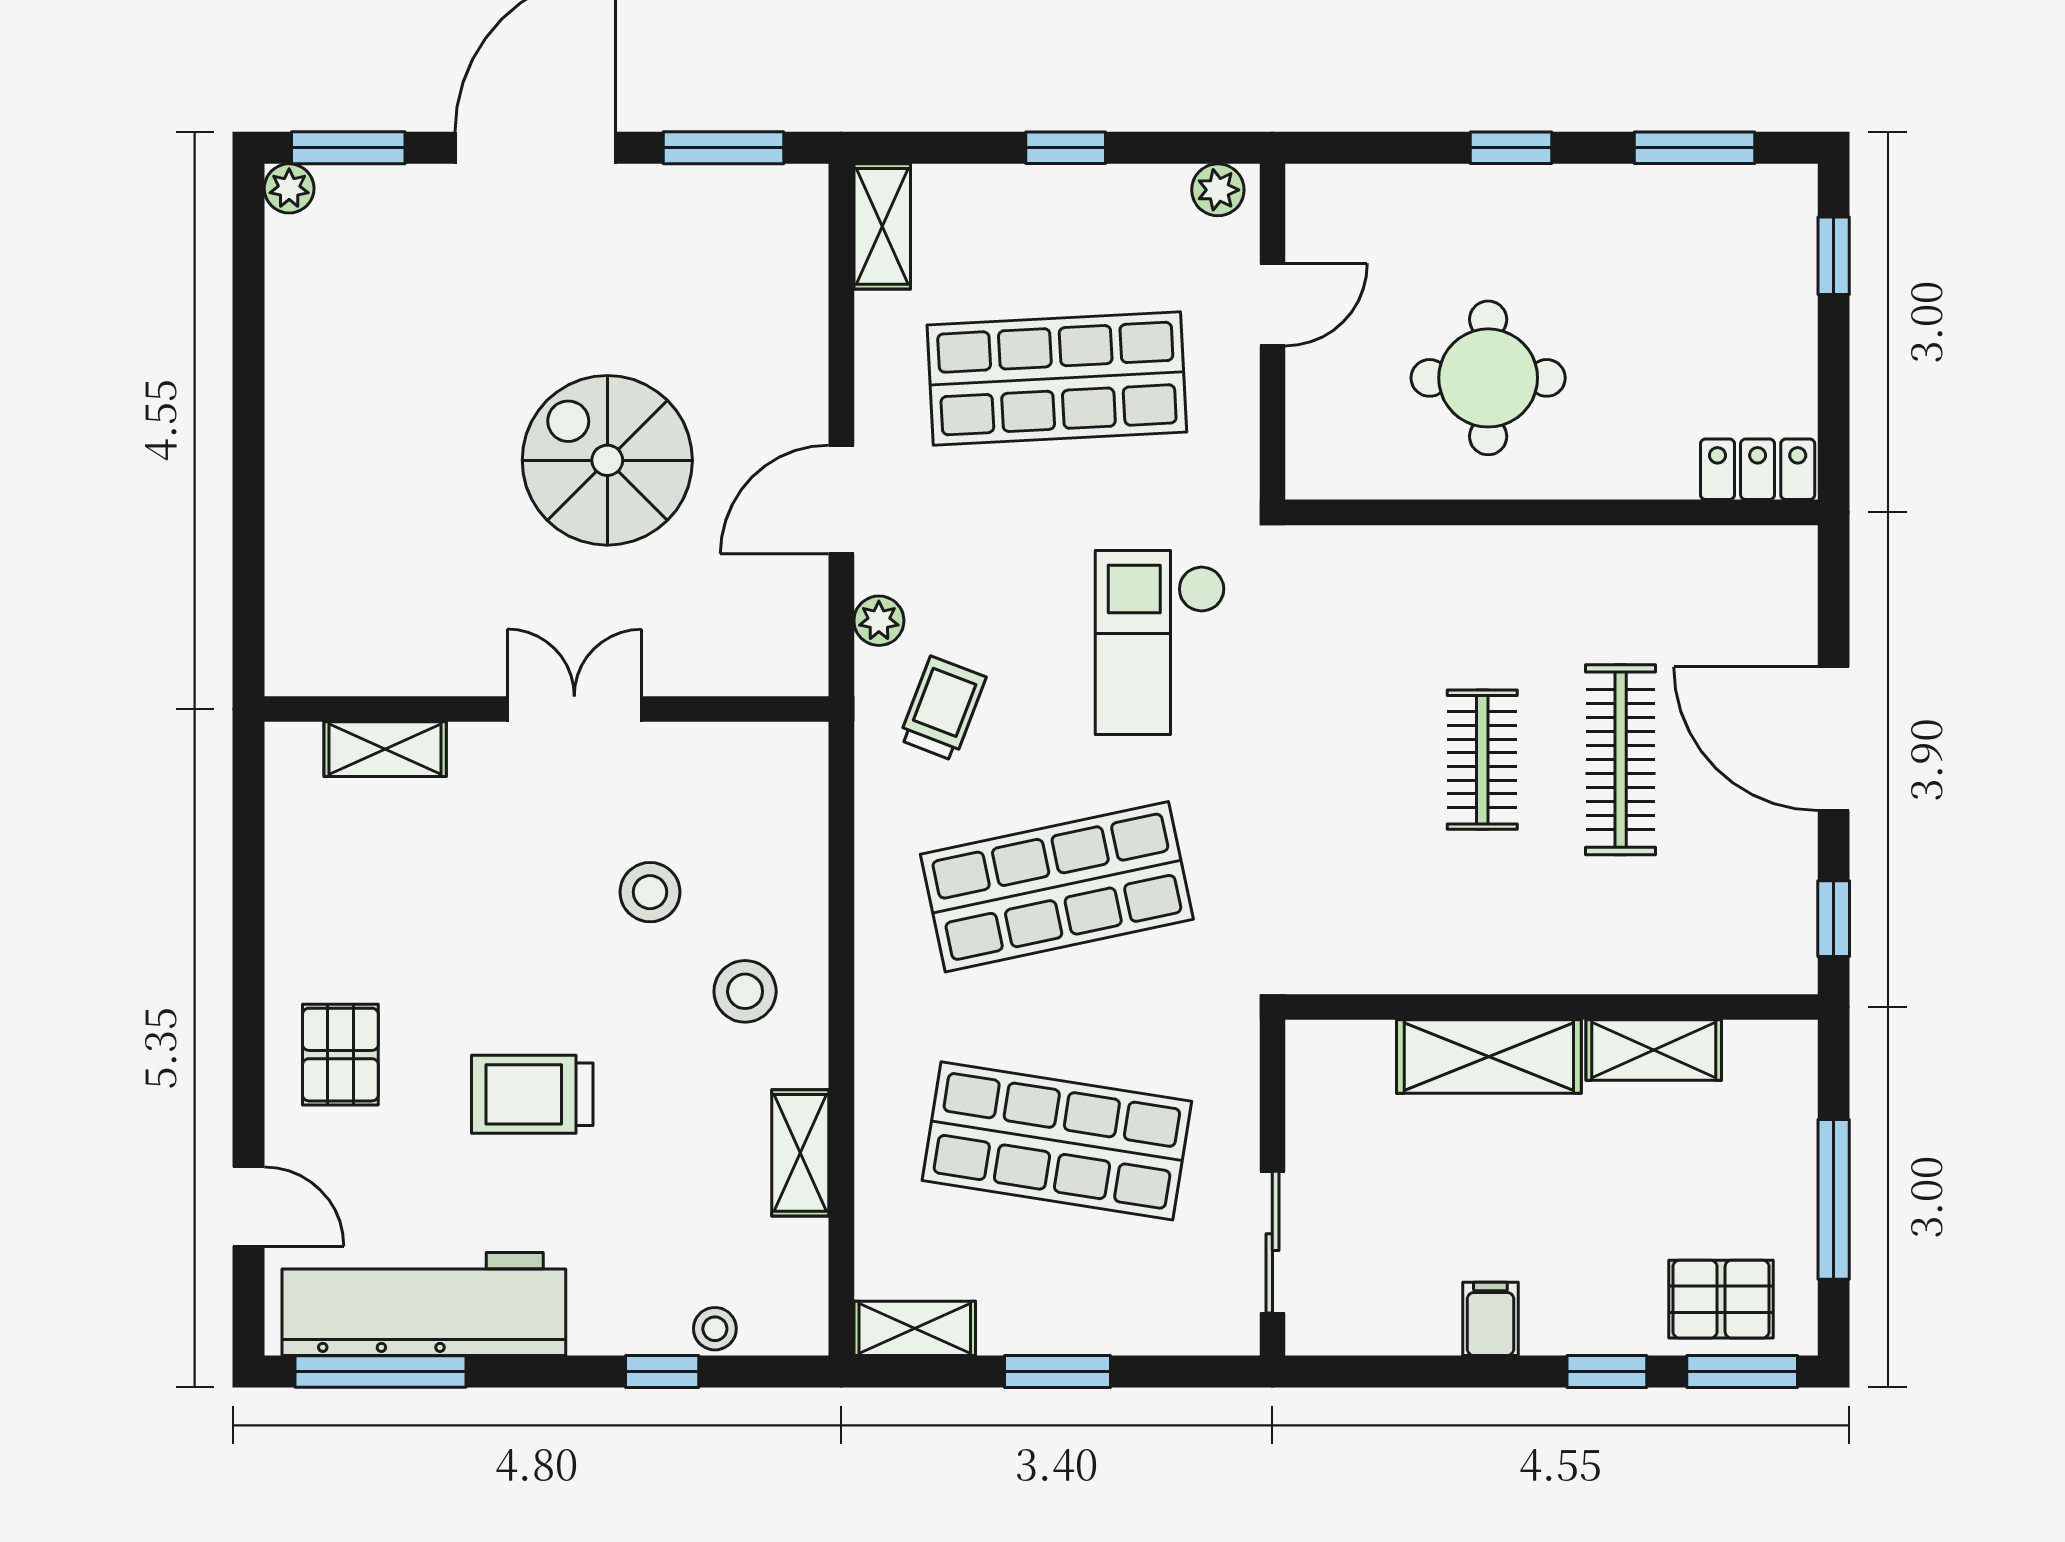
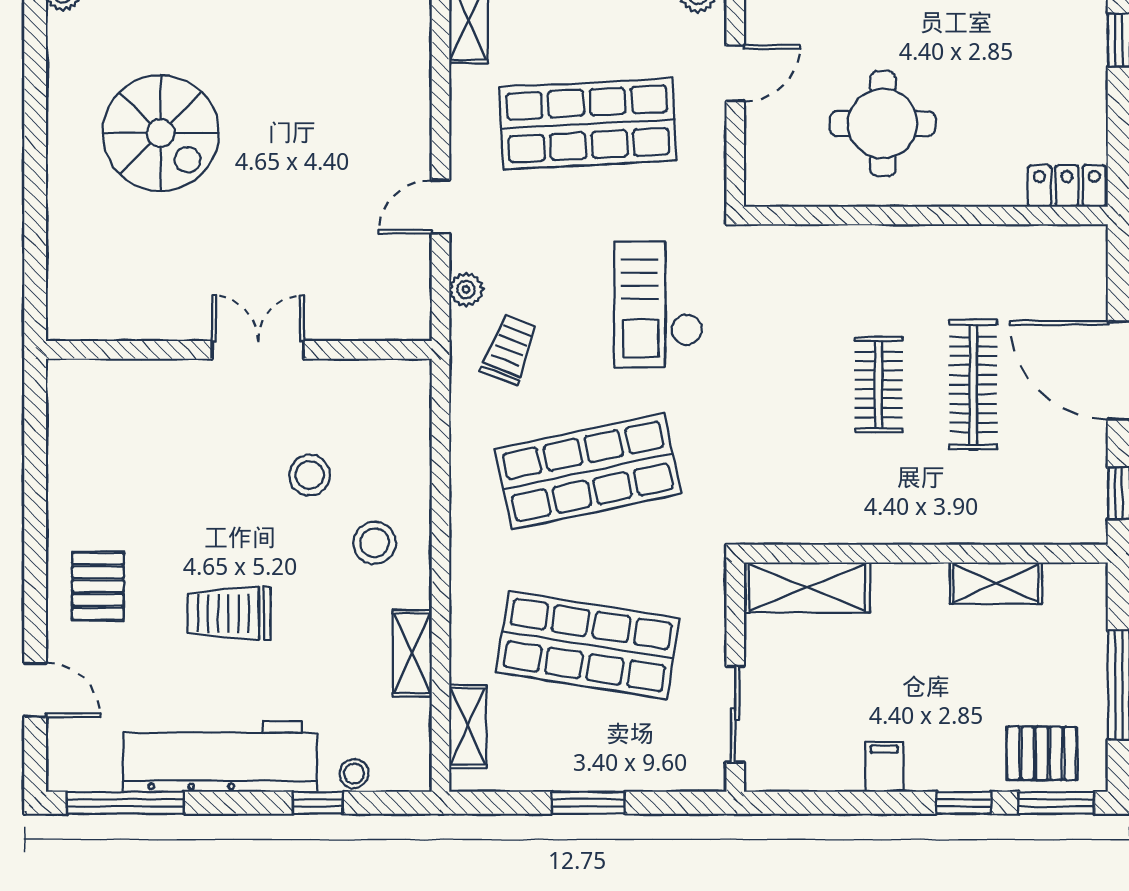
spiral stairs: (607, 460) -> (161, 133), moved, turned 180
door: (841, 500) -> (440, 207), width x0.73
shelving: (385, 749) -> (128, 377), removed
shelving: (1489, 1057) -> (807, 587), moved
workbench: (424, 1304) -> (220, 757), moved
shelving: (915, 1328) -> (468, 727), moved, turned 90

